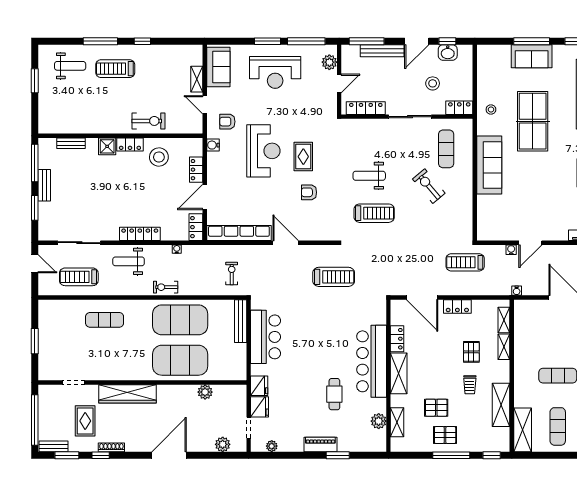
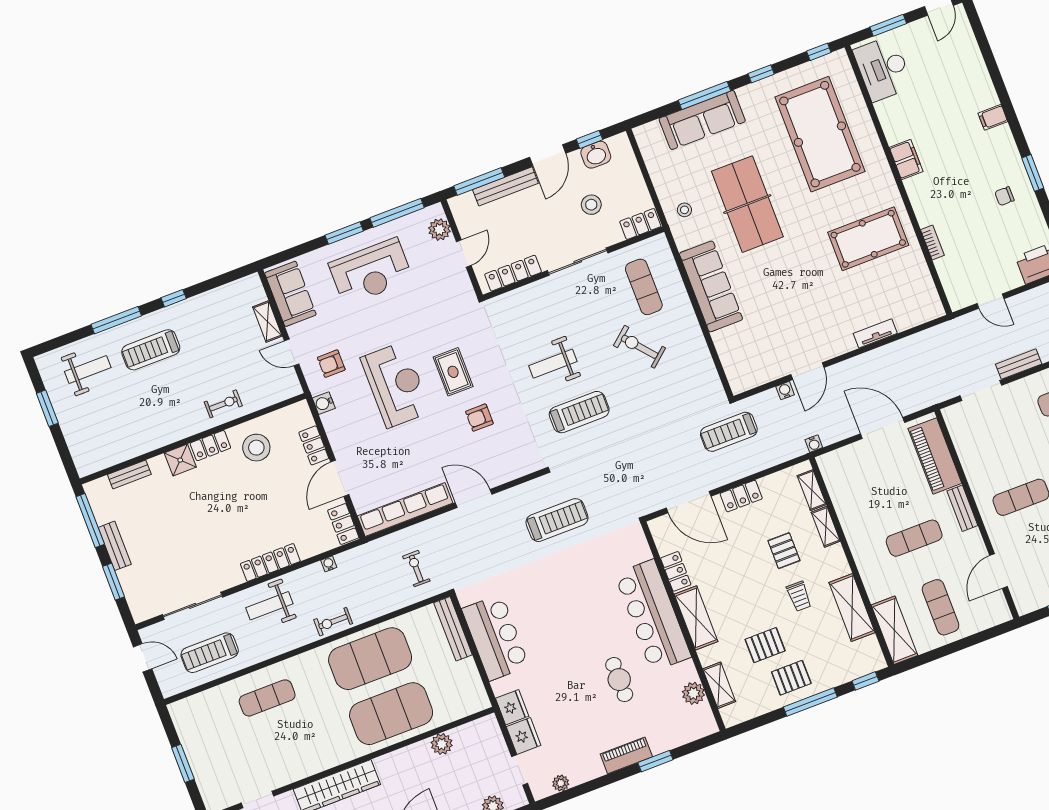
sofa: (532, 56) -> (702, 120), width x1.36
exercise bike: (148, 121) -> (223, 404), width x0.73, depth x0.72

